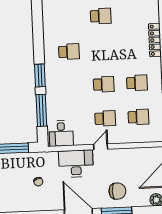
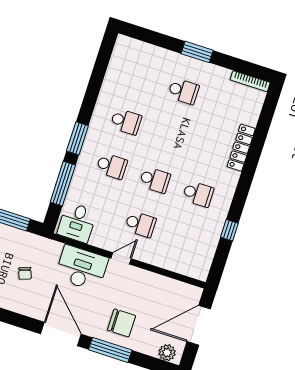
school desk: (138, 117) -> (112, 166), moved

